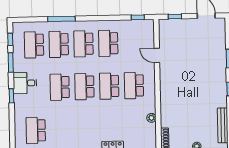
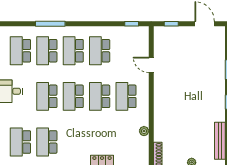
school desk: (61, 130) -> (47, 142), added

